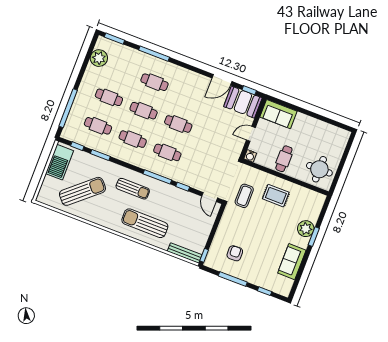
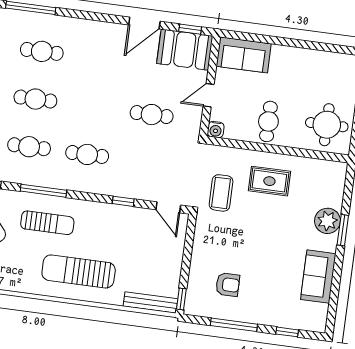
cafe table: (178, 124) -> (152, 115), moved
window: (157, 177) -> (43, 191), moved
armchair: (235, 253) -> (228, 285), turned 92

